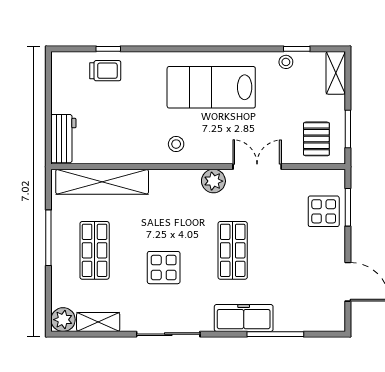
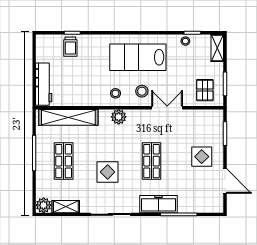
trolley: (105, 71) -> (70, 47), turned 90
workbench: (63, 139) -> (44, 84), width x1.38
stool: (218, 141) -> (142, 91), added
plant: (213, 181) -> (119, 117), moved
display table: (324, 211) -> (202, 157), moved

